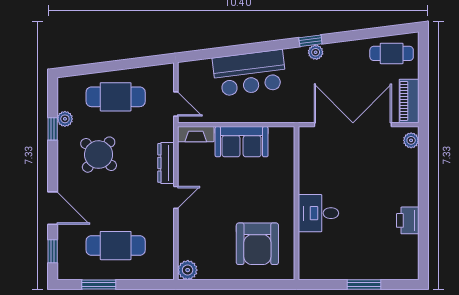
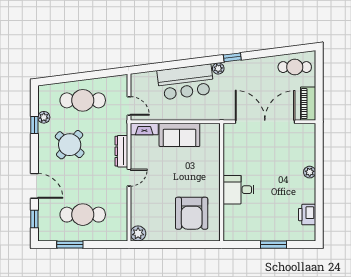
plant: (316, 52) -> (218, 68), moved
plant: (411, 140) -> (310, 172), moved
printer: (408, 220) -> (307, 215), moved

